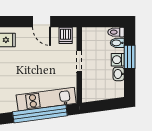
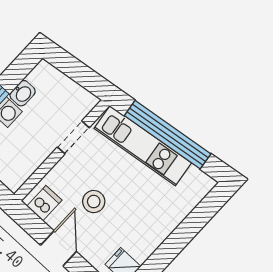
stool: (45, 56) -> (94, 202), added
doorway: (79, 61) -> (73, 137), moved

